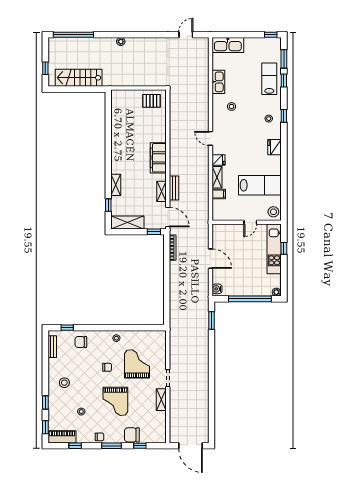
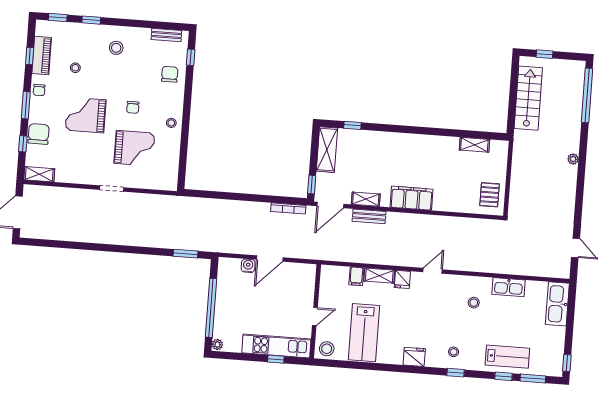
shelving: (116, 185) -> (474, 145), moved
door: (250, 222) -> (315, 316), swing flipped
water cooler: (217, 289) -> (248, 266), moved
shelving: (161, 400) -> (39, 174), moved
piano: (62, 437) -> (42, 56), moved

